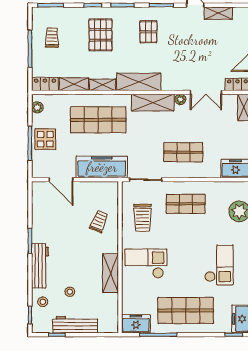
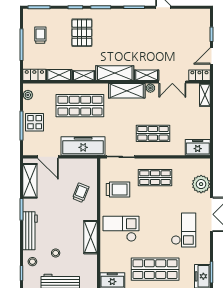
shelving: (218, 13) -> (147, 75), moved
pallet: (148, 32) -> (123, 30), removed
shelving: (40, 207) -> (30, 181), added
trolley: (143, 218) -> (118, 190), turned -90

